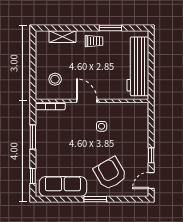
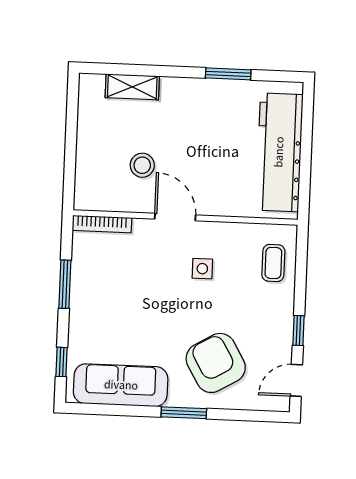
trolley: (94, 41) -> (194, 99), removed
stool: (55, 79) -> (142, 165), moved
coffee table: (137, 122) -> (273, 263), added

